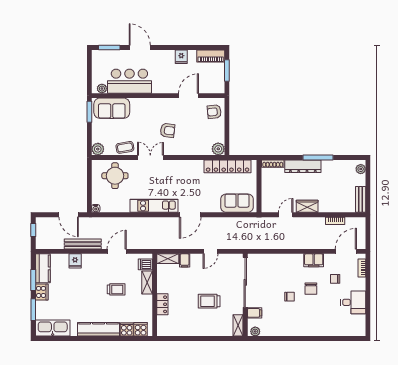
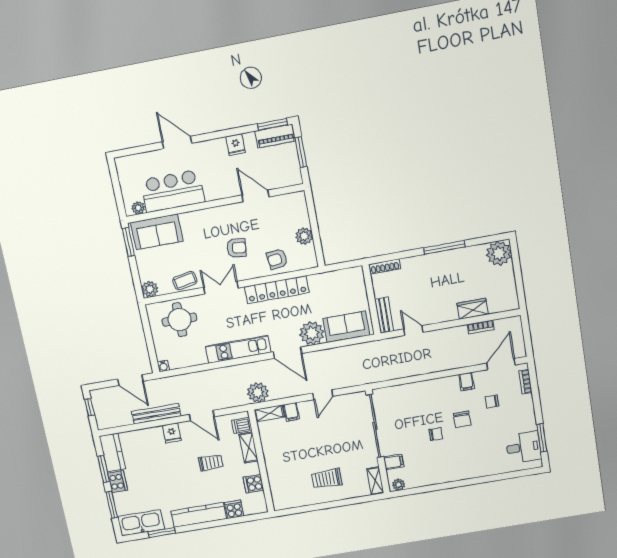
window: (109, 47) -> (272, 124), moved
door: (188, 96) -> (255, 196), hinge flipped
armchair: (214, 112) -> (277, 259), moved
plant: (218, 149) -> (304, 236), moved
locker: (228, 166) -> (277, 290), moved
dresser: (303, 166) -> (426, 263), removed
plant: (361, 169) -> (499, 253), width x1.88, depth x1.88
bench: (361, 199) -> (384, 315), moved
plant: (211, 203) -> (312, 333), added
wardrobe: (307, 206) -> (473, 309), moved
door: (190, 215) -> (287, 353), hinge flipped
door: (286, 215) -> (413, 331), hinge flipped
plant: (162, 241) -> (258, 393), added
door: (117, 251) -> (202, 416), swing flipped
filing cabinet: (314, 260) -> (466, 382), width x0.50
fridge: (75, 261) -> (172, 433), moved
trolley: (209, 301) -> (327, 479), moved
desk: (353, 302) -> (523, 447), moved
locker: (162, 304) -> (273, 471), removed
window: (368, 313) -> (542, 438), added
cooker: (141, 329) -> (254, 484), moved, turned -90
window: (67, 339) -> (162, 532), added

